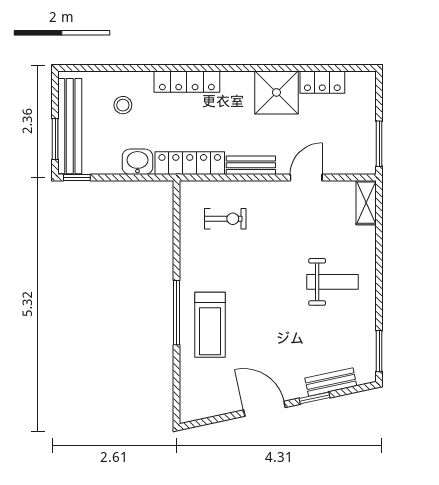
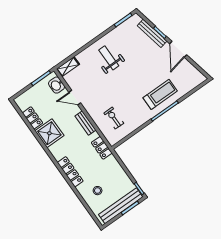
washbasin: (137, 162) -> (57, 85), moved
locker: (190, 163) -> (102, 148), width x0.66
bench: (331, 382) -> (152, 33), width x1.36

